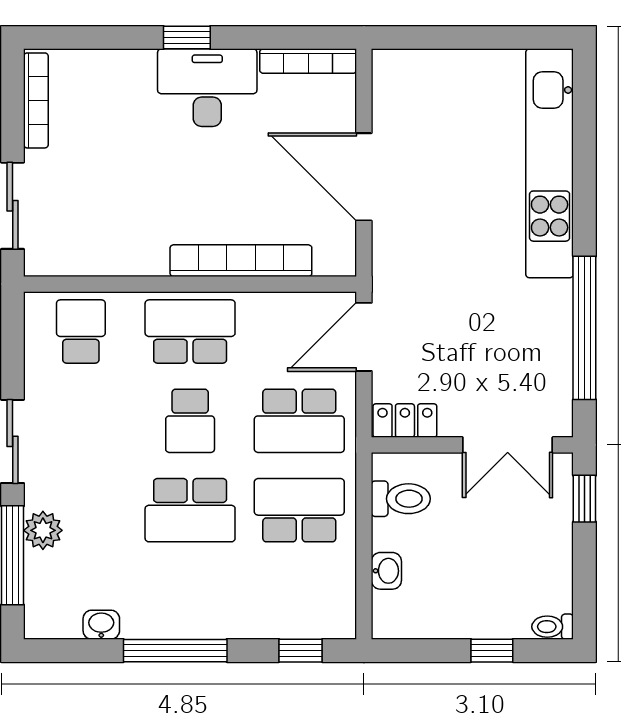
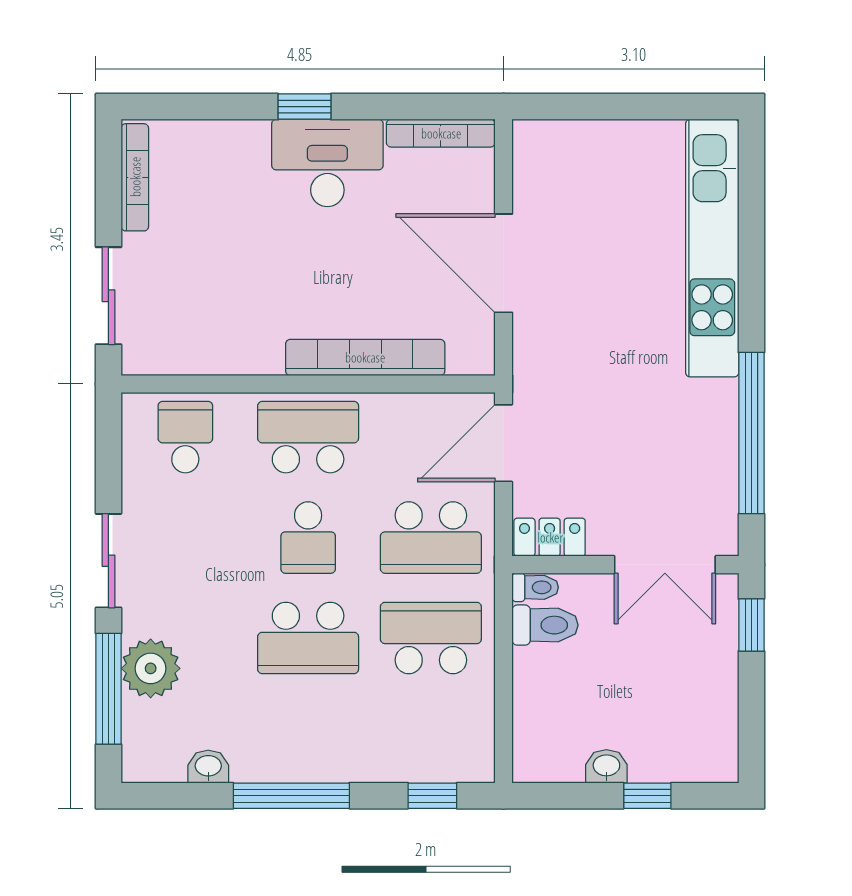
plant: (43, 530) -> (151, 668), width x1.36, depth x1.36
washbasin: (386, 571) -> (606, 766), moved, turned -90
toilet: (553, 627) -> (535, 587), moved, turned 180

